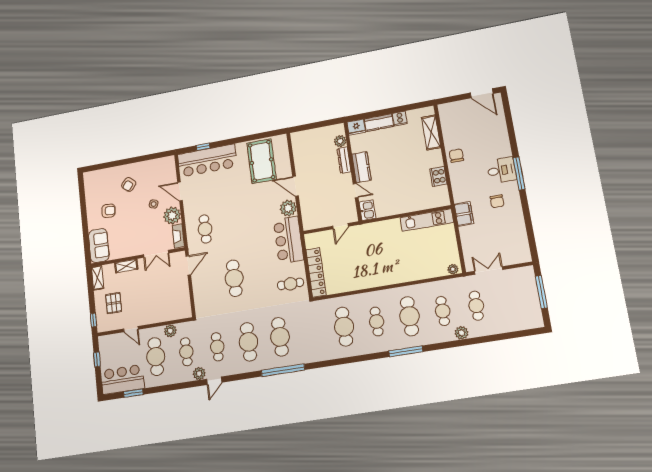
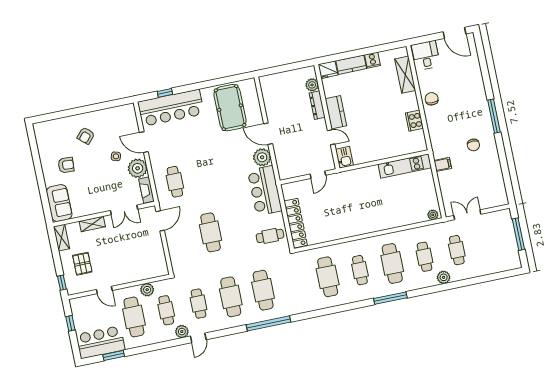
desk: (502, 170) -> (426, 55), moved, turned -90
filing cabinet: (464, 214) -> (443, 164), width x0.50

